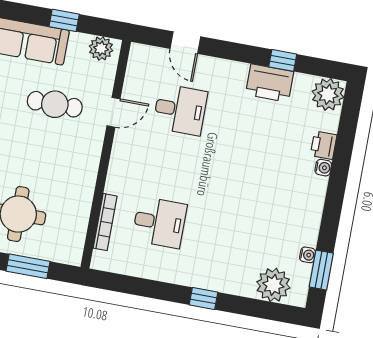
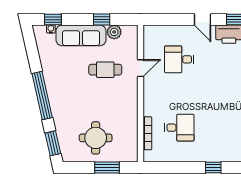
door: (185, 43) -> (203, 20), moved
plant: (101, 48) -> (114, 32), moved
desk: (180, 110) -> (179, 59), turned 180

